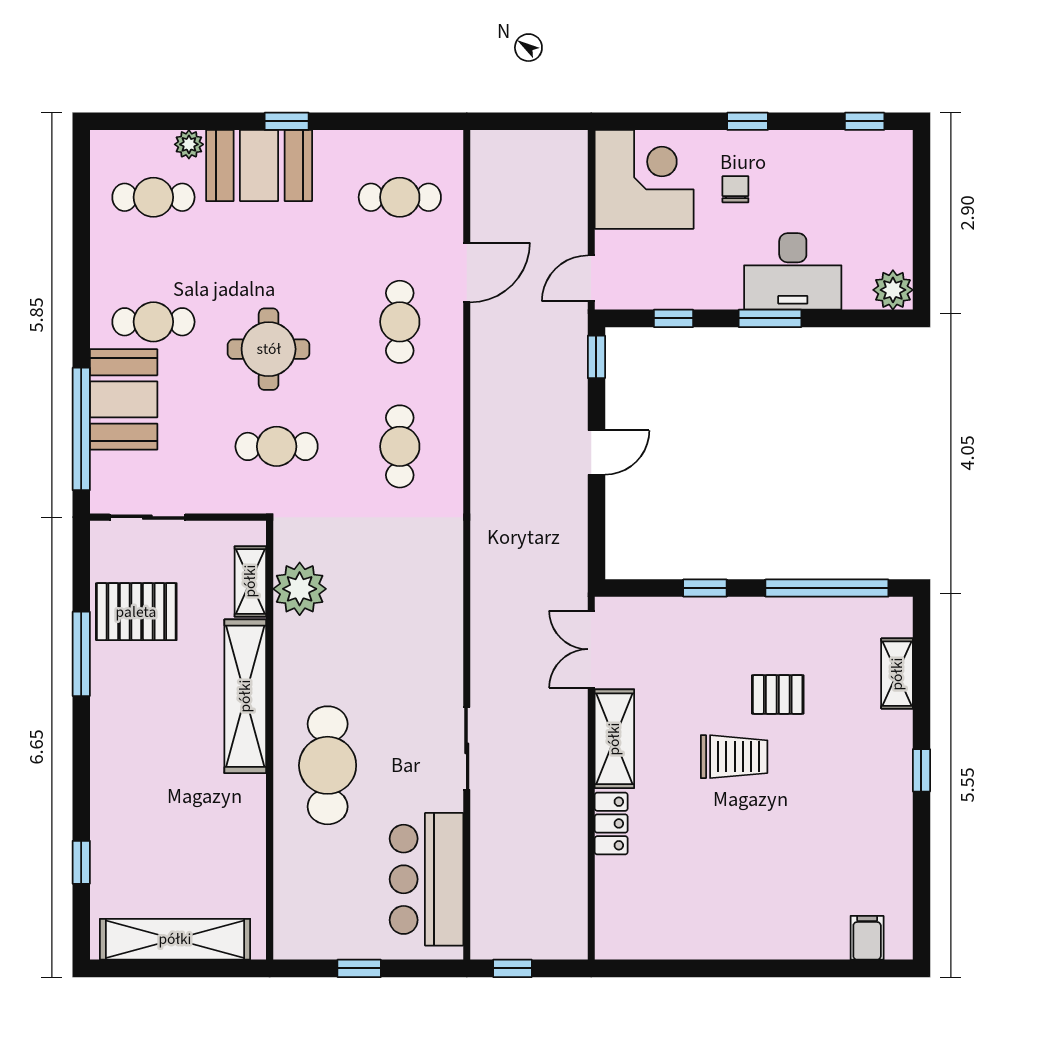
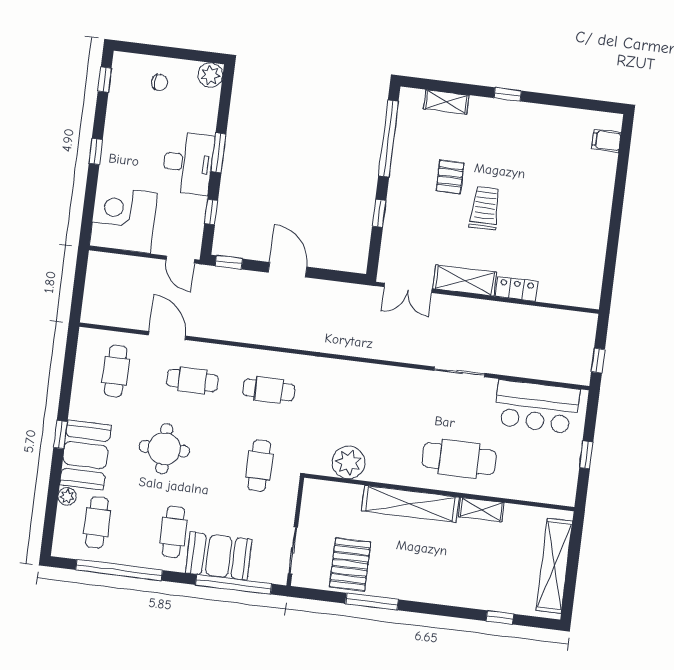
chair: (735, 189) -> (160, 82), moved, turned 180
window: (81, 242) -> (119, 570), added
desk: (793, 271) -> (188, 163), moved
round table: (269, 349) -> (164, 449), moved
door: (596, 452) -> (288, 270), width x1.38
shelving: (250, 581) -> (481, 510), moved

